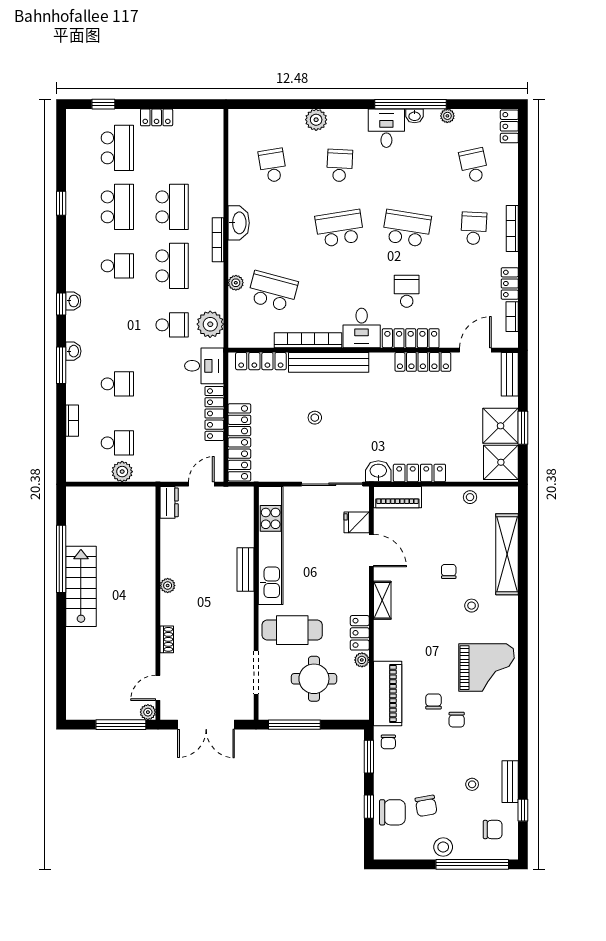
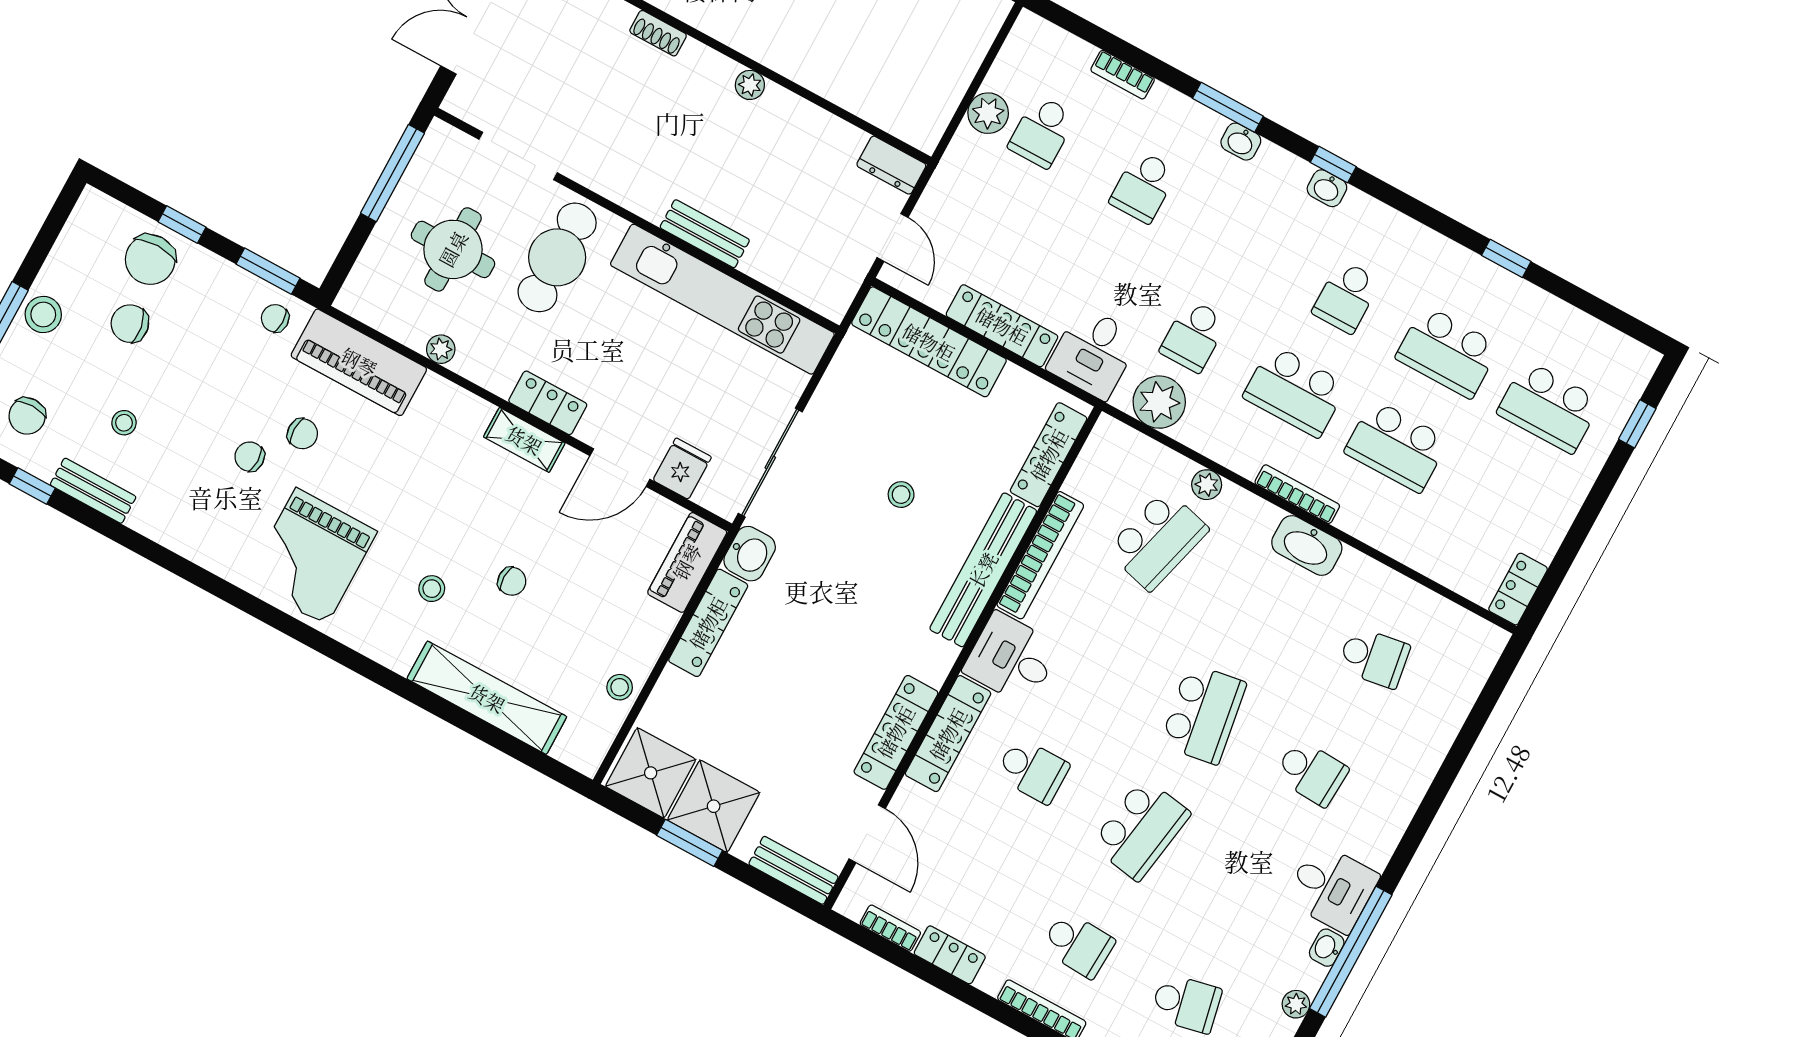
locker: (157, 117) -> (1518, 589), moved
plant: (316, 120) -> (1412, 775), removed
locker: (360, 633) -> (548, 403), moved

